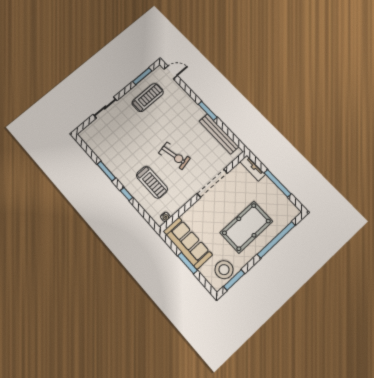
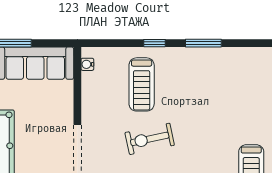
treadmill: (152, 182) -> (142, 84), turned -90

